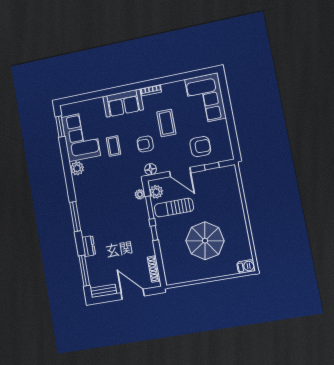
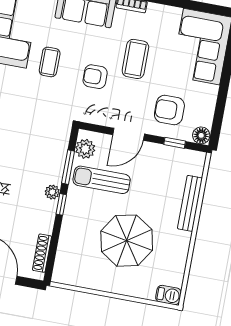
armchair: (200, 147) -> (169, 110), turned 180
floor lamp: (151, 169) -> (201, 135), moved
door: (180, 172) -> (129, 134), hinge flipped
plant: (140, 194) -> (52, 192), moved
bench: (237, 201) -> (190, 203), added

